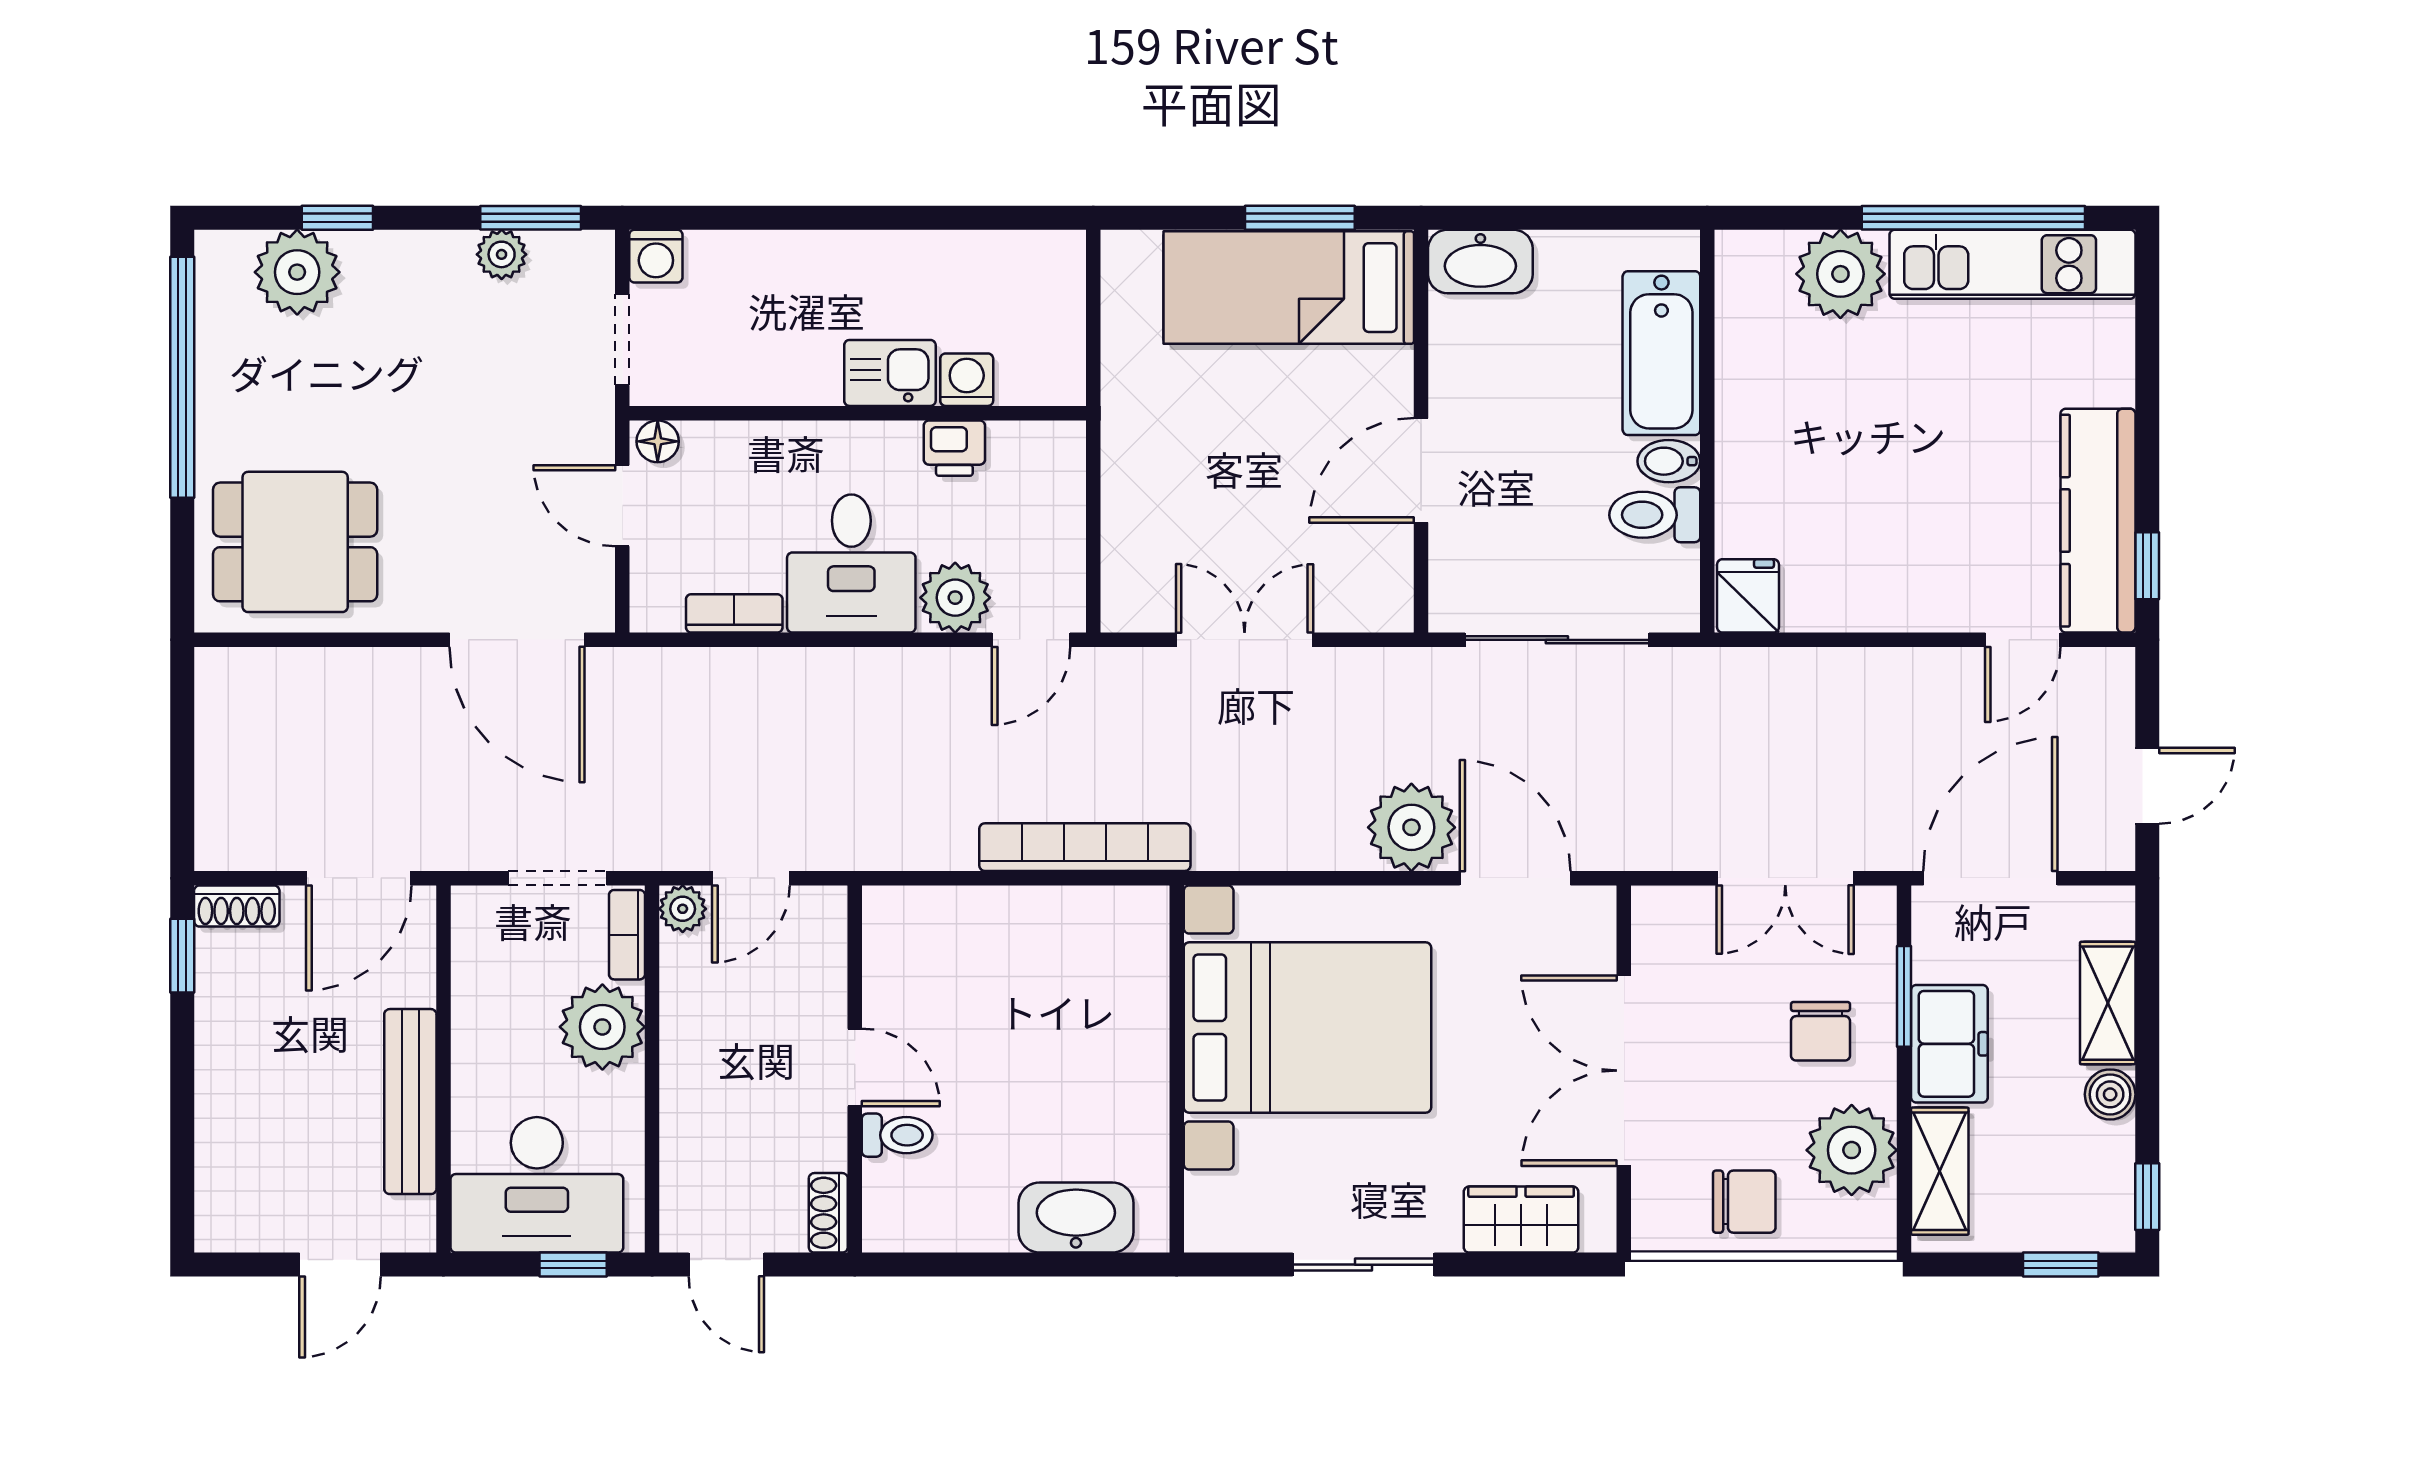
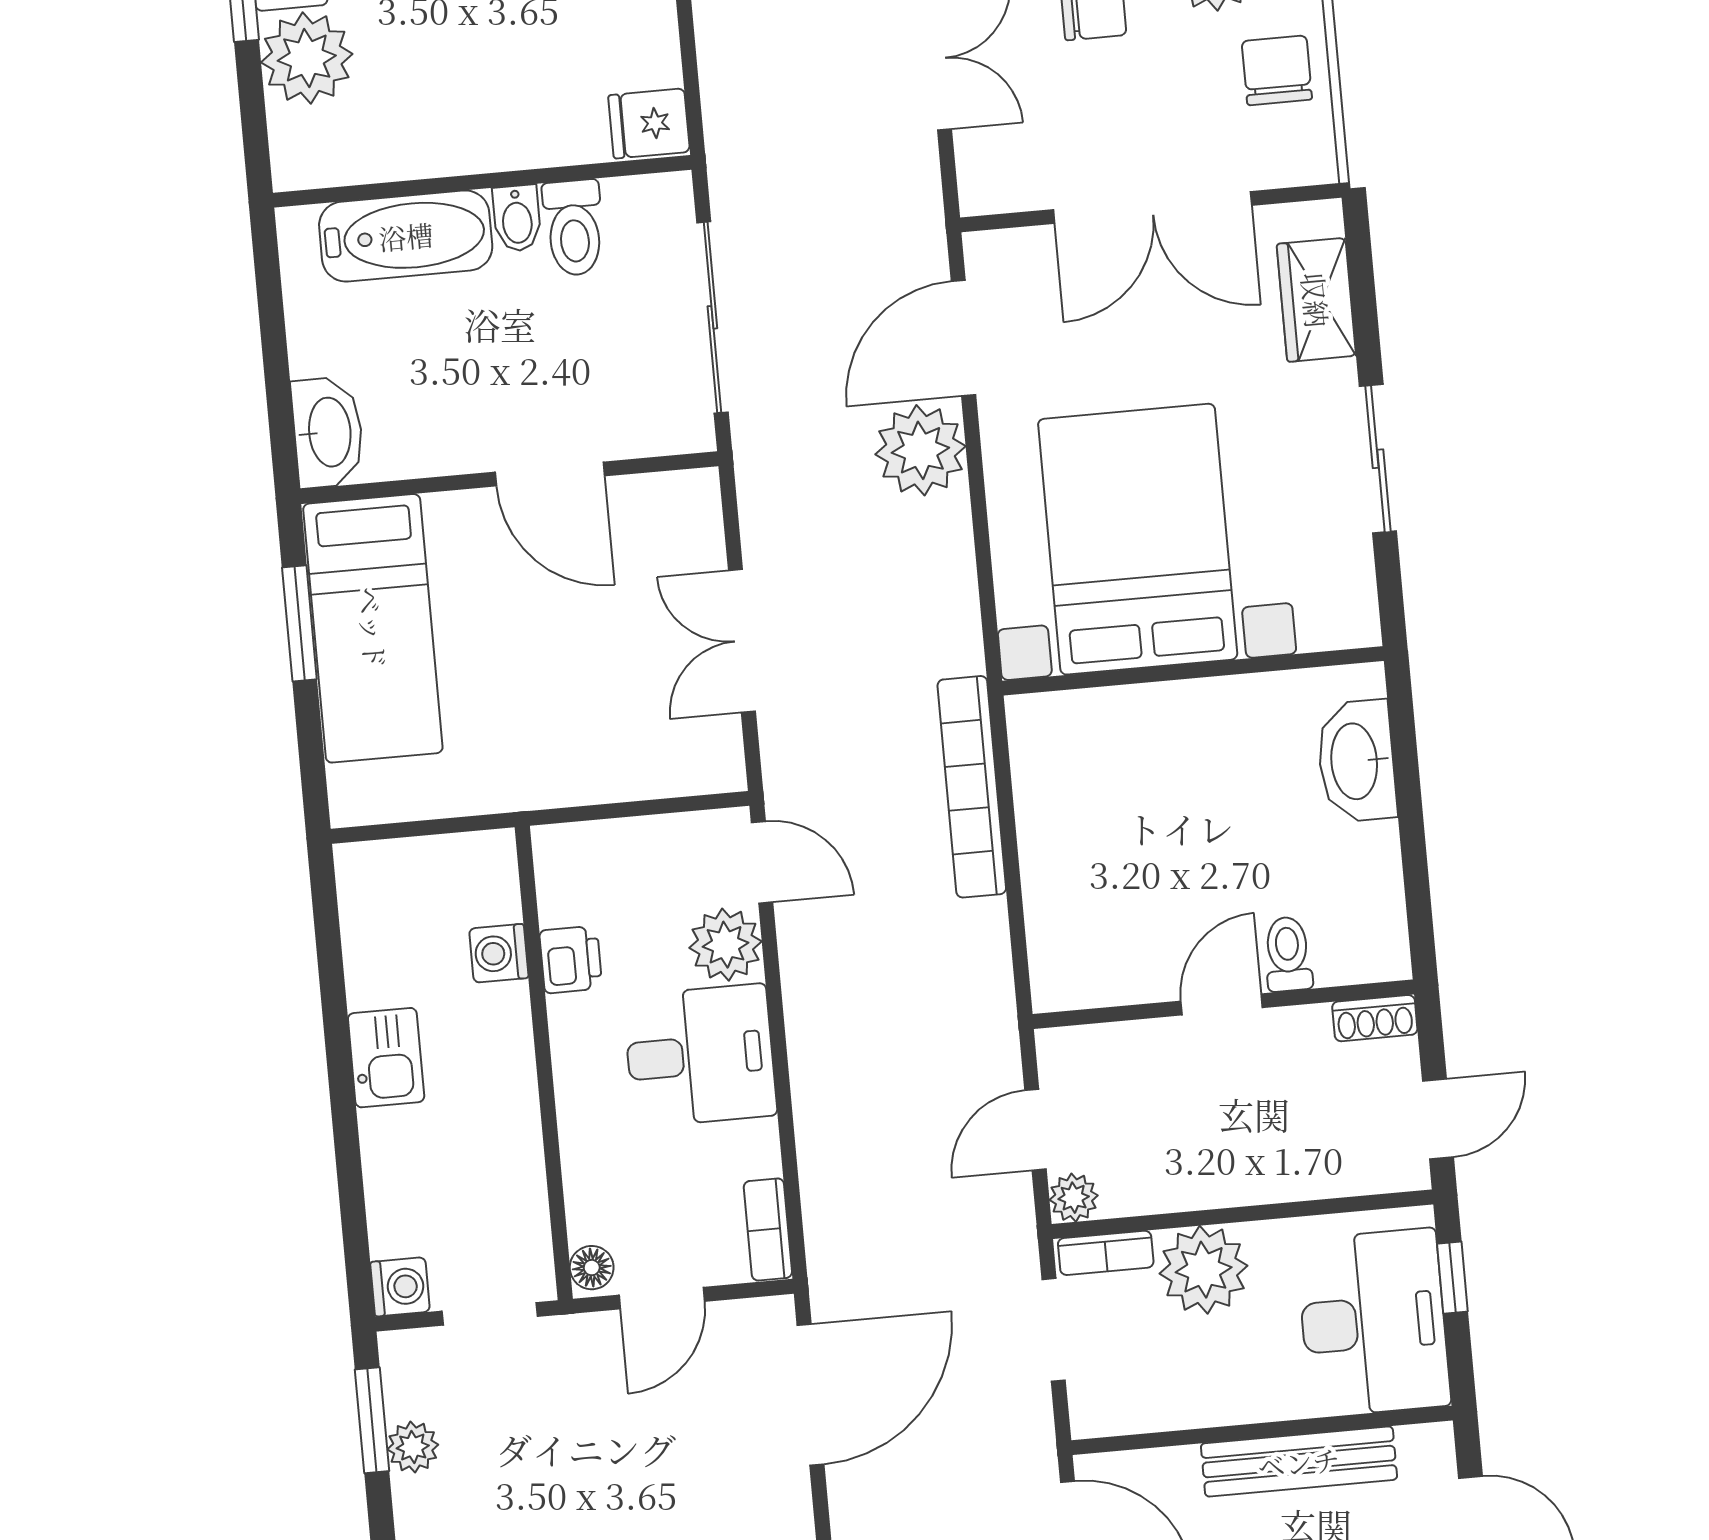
kitchen sink: (890, 373) -> (386, 1058), moved, turned 180
bookcase: (734, 613) -> (768, 1229), moved
door: (751, 878) -> (1035, 1130), swing flipped

